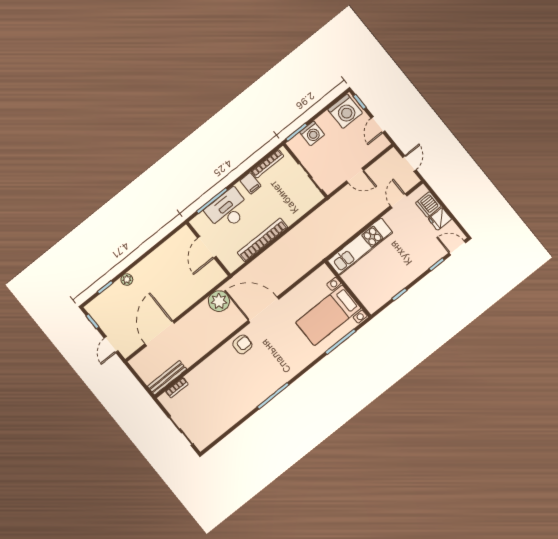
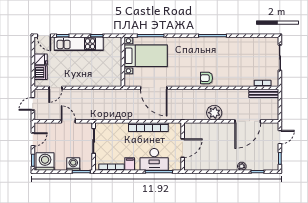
kitchen unit: (360, 247) -> (79, 44), moved, turned 180
plant: (219, 301) -> (214, 113), moved
door: (264, 310) -> (154, 88), moved

